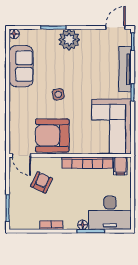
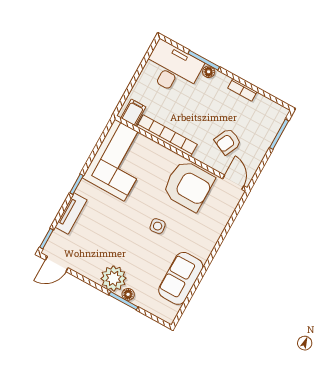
floor lamp: (14, 34) -> (128, 294), moved
tv unit: (125, 69) -> (71, 214), width x0.71

